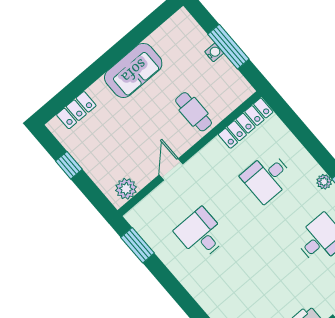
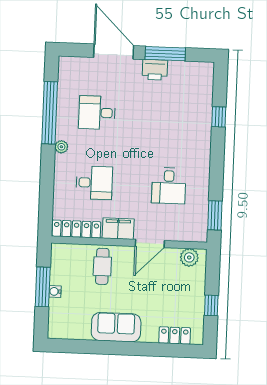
filing cabinet: (210, 157) -> (118, 229), added
door: (171, 169) -> (150, 243), width x1.37

